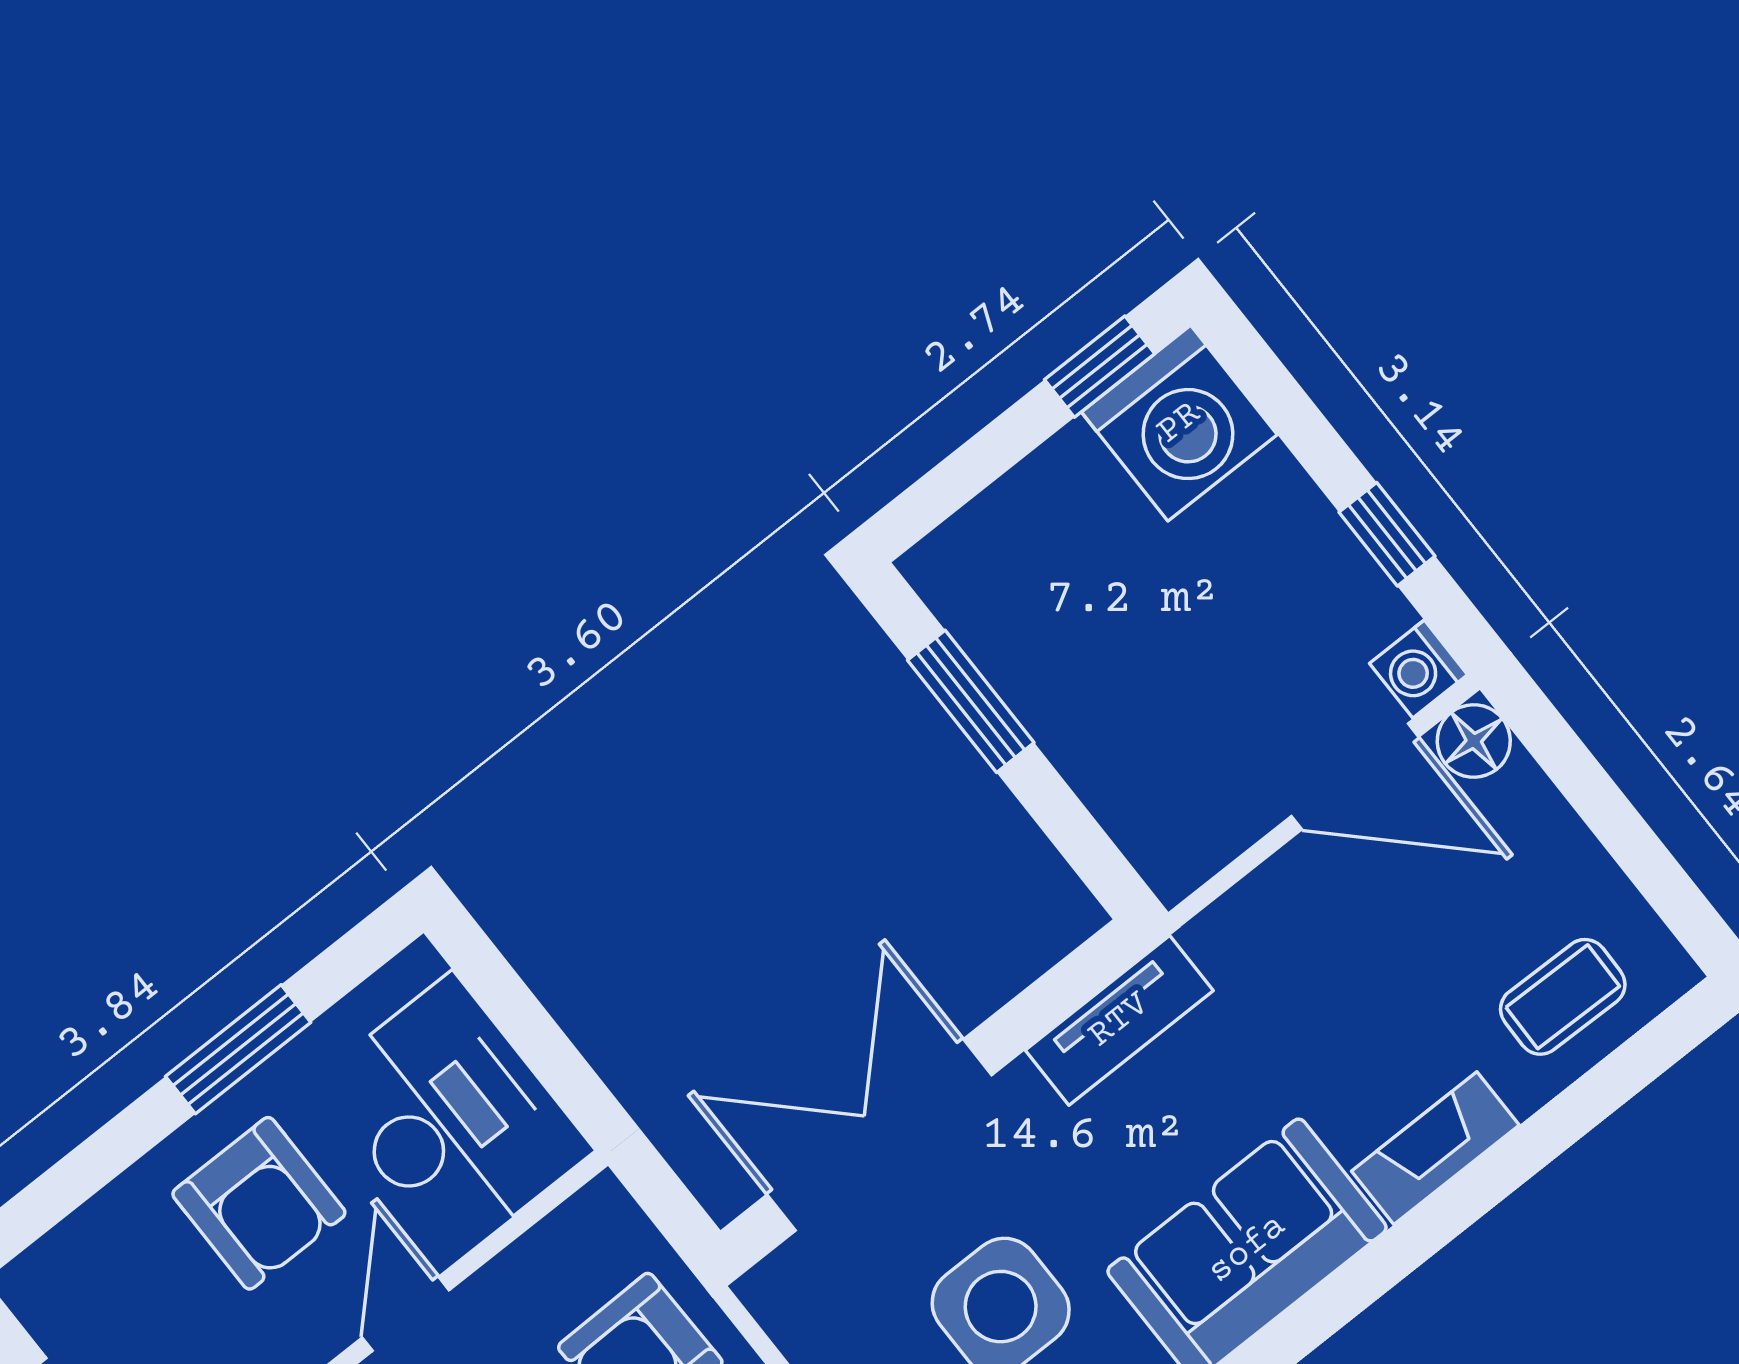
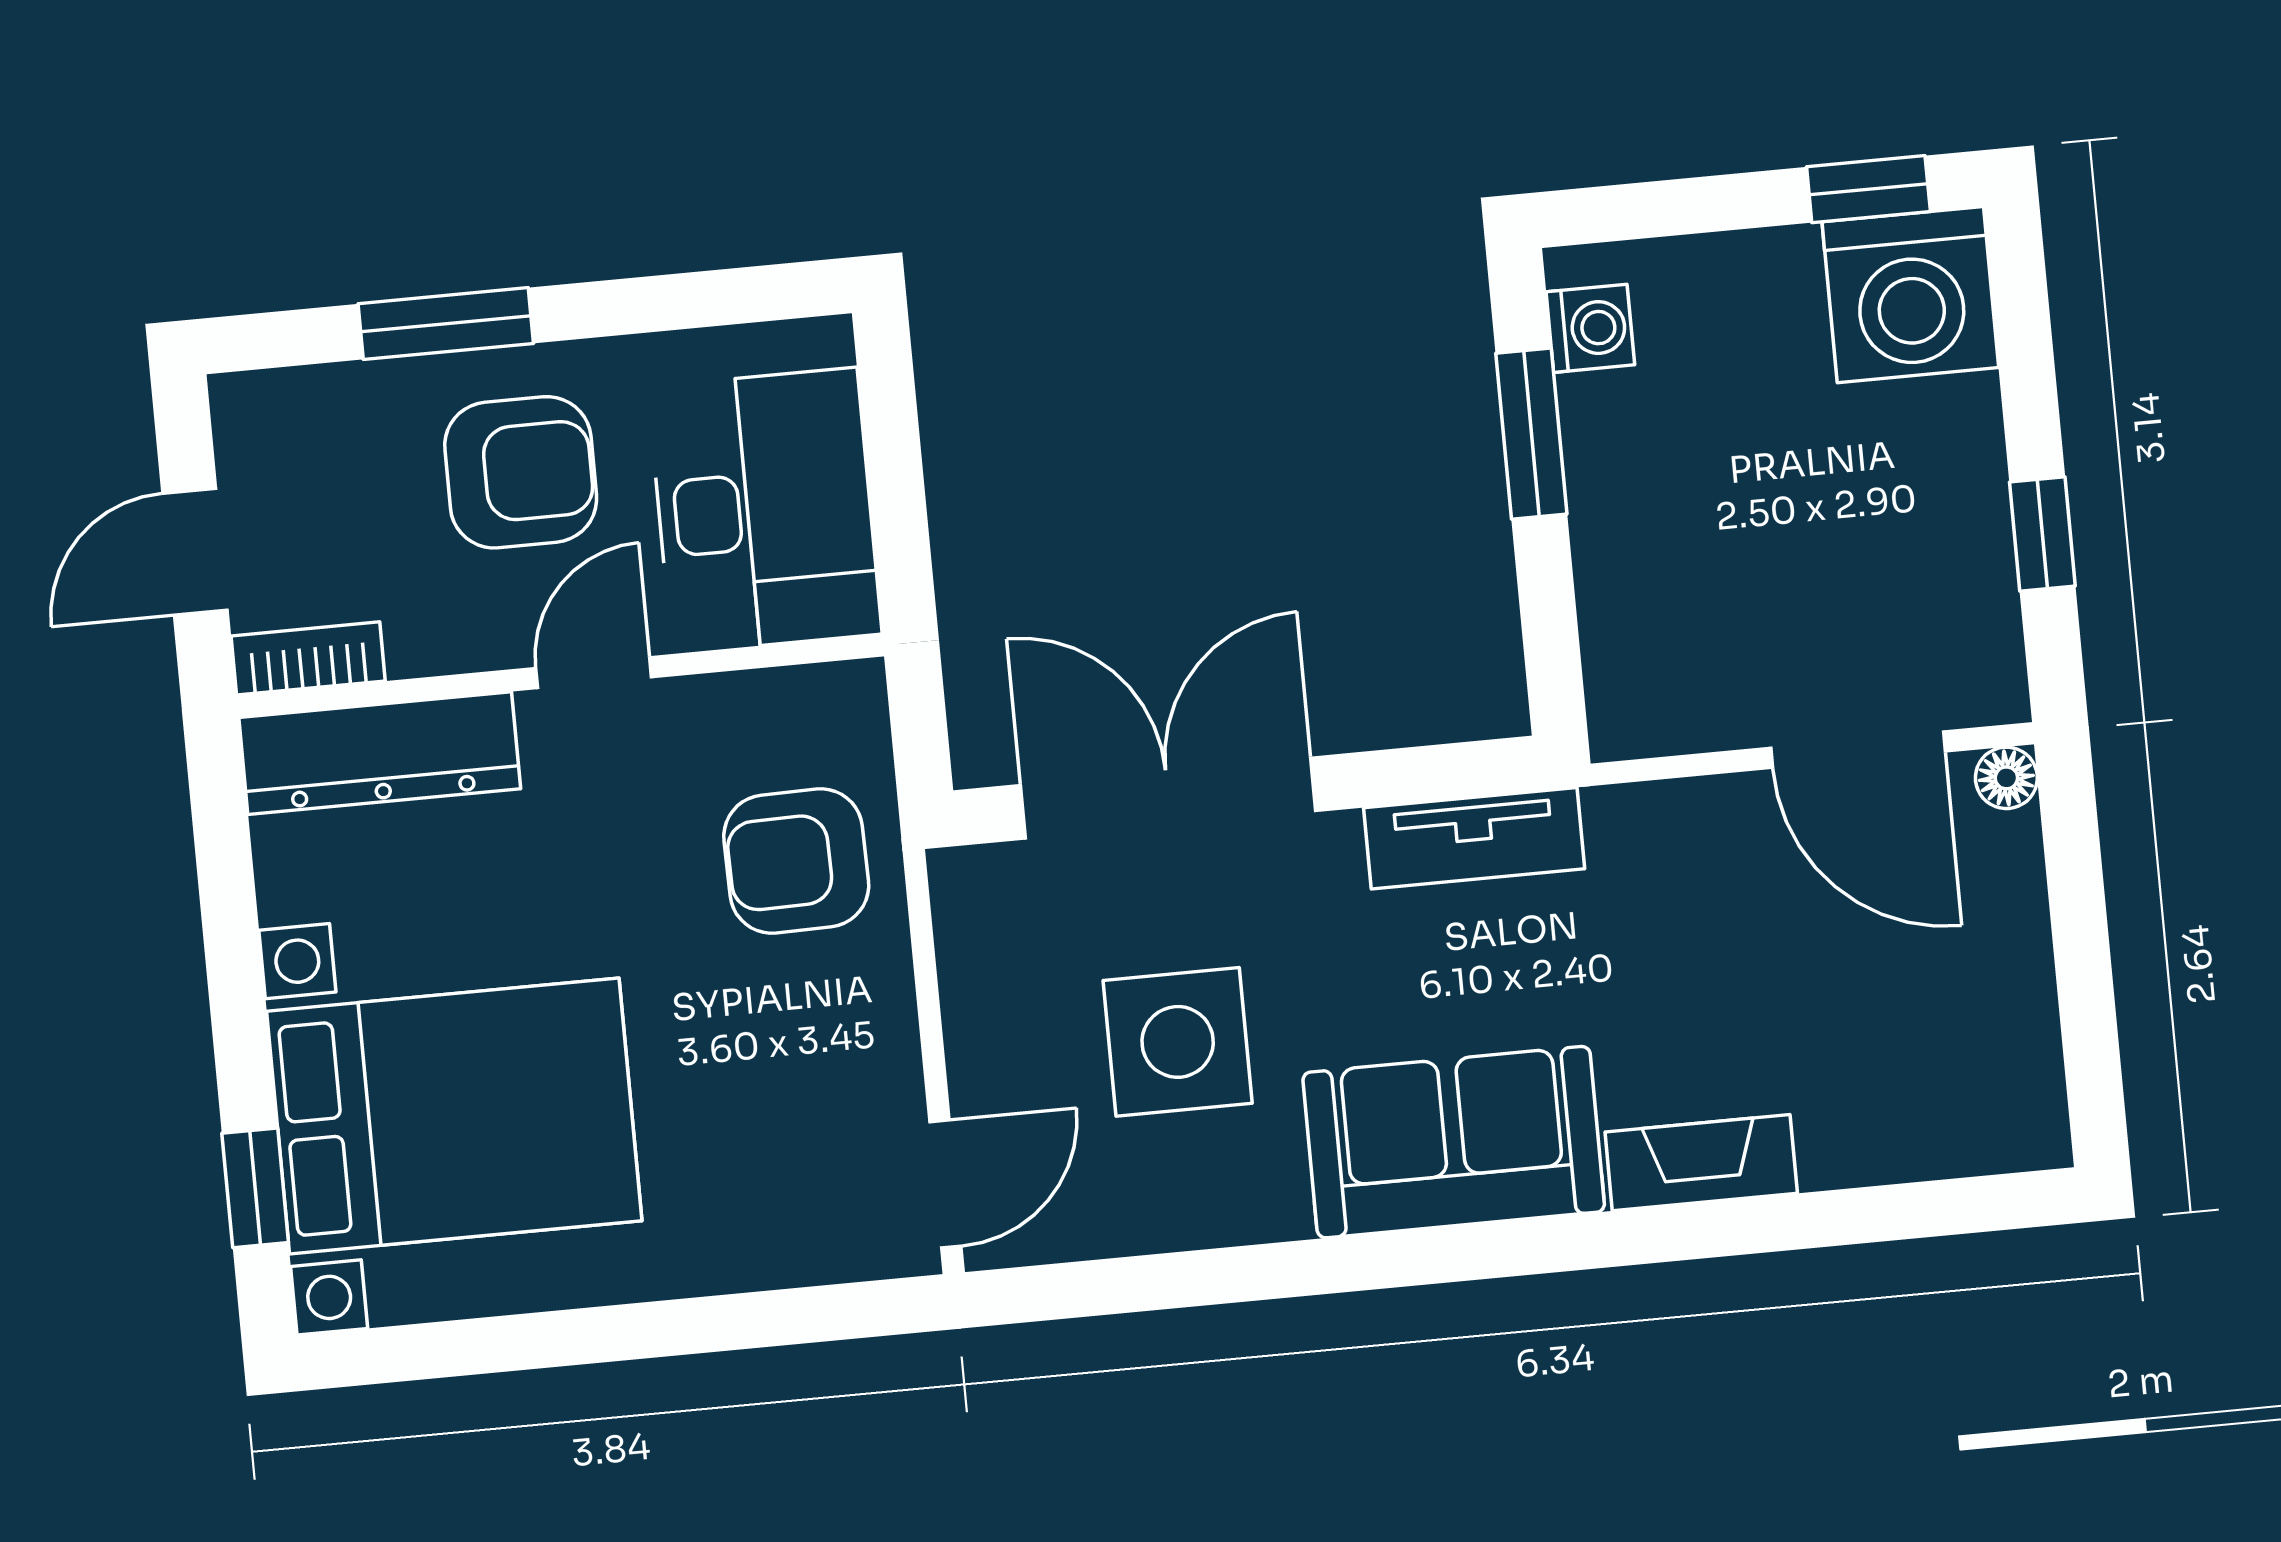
washing machine: (1419, 669) -> (1590, 328), moved, turned 180
floor lamp: (1474, 741) -> (2006, 778), width x0.73, depth x0.73
coffee table: (1563, 997) -> (1921, 1096), removed
window: (238, 1049) -> (446, 324), moved
armchair: (259, 1203) -> (521, 472), turned -90

